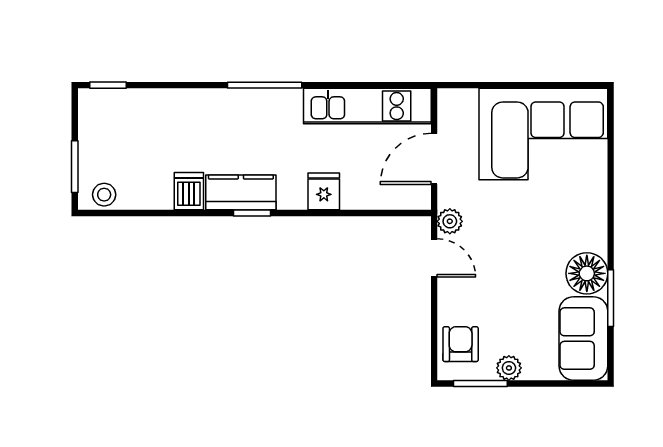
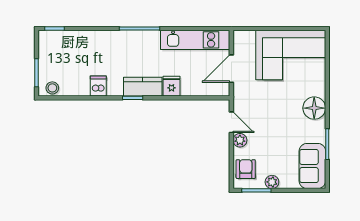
kitchen counter: (241, 192) -> (143, 87), moved
plant: (450, 221) -> (240, 140), moved
floor lamp: (587, 273) -> (314, 108), moved

